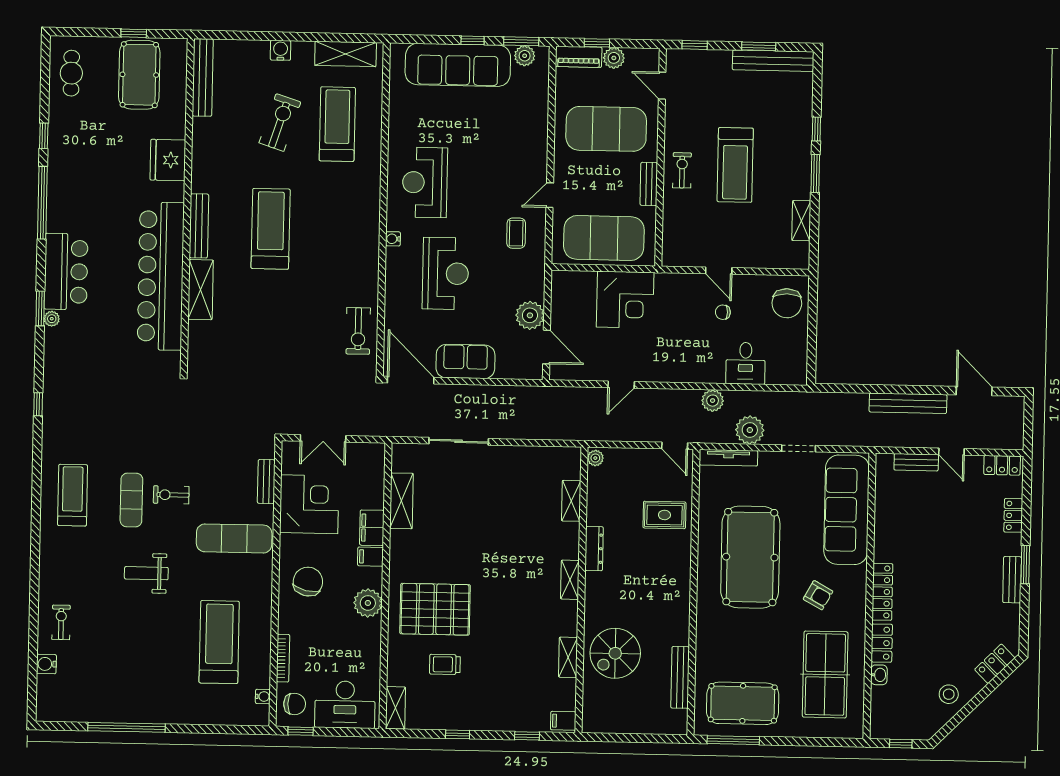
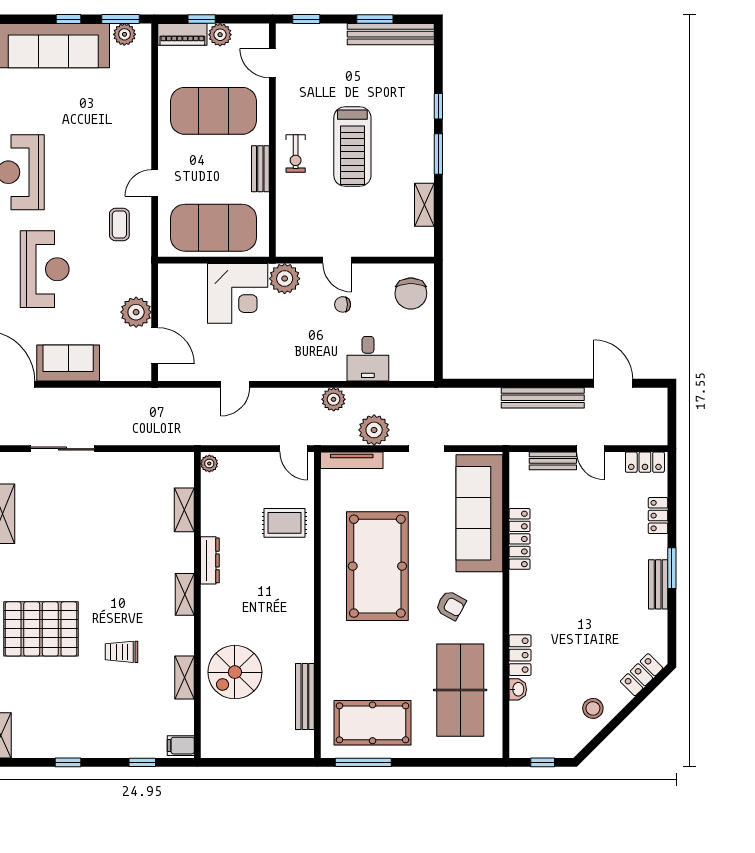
exercise bike: (682, 170) -> (296, 154), turned 180
plant: (669, 287) -> (285, 279), added
locker: (882, 592) -> (520, 539), moved
trolley: (445, 664) -> (122, 652), moved

